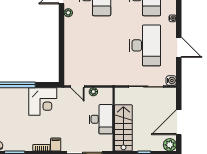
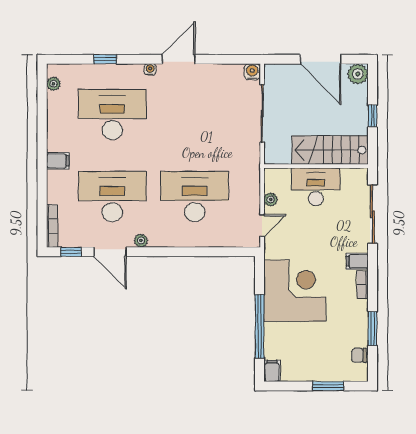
desk: (145, 45) -> (195, 197), moved
door: (179, 47) -> (179, 59), moved
corner desk: (43, 101) -> (295, 291), width x1.36, depth x1.36

